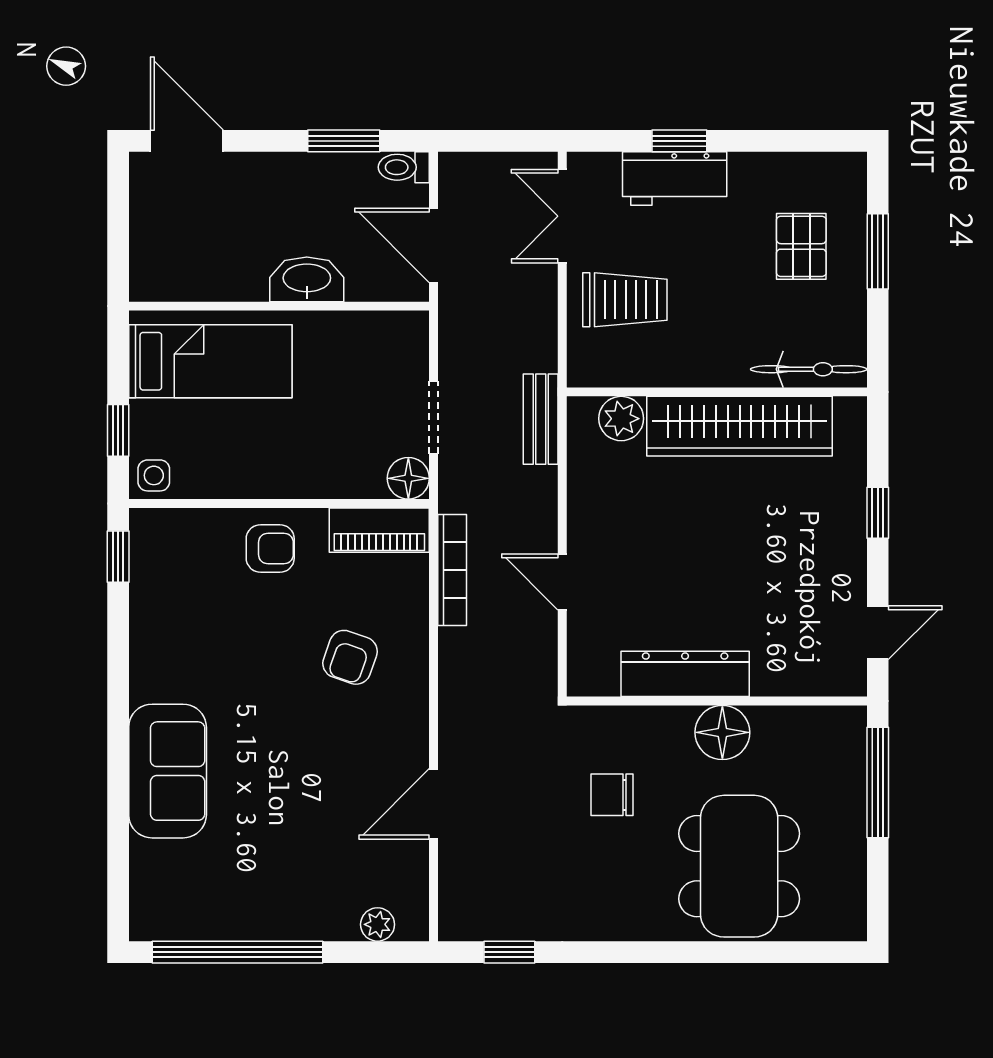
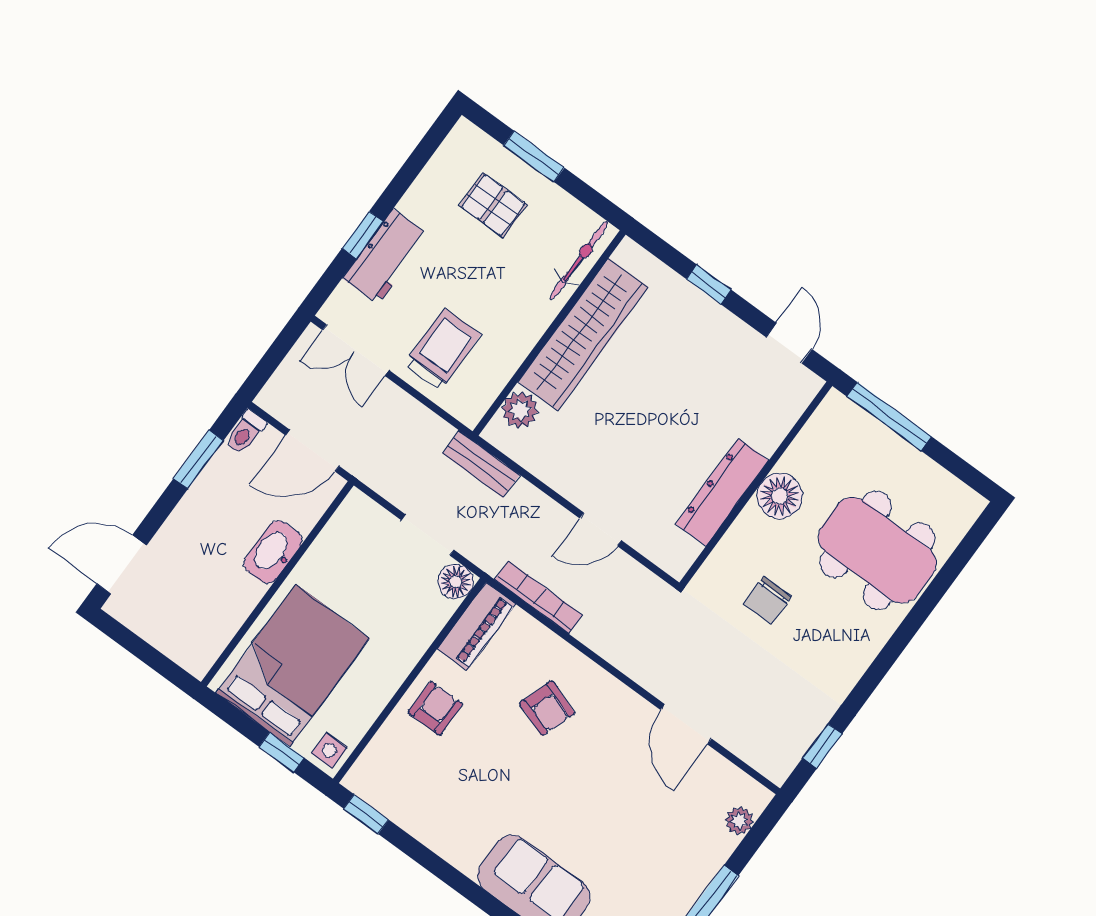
bed: (210, 361) -> (293, 666), width x1.50

